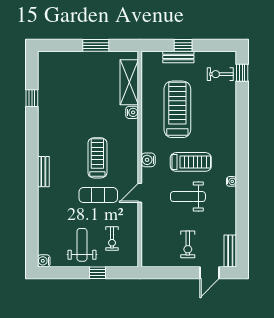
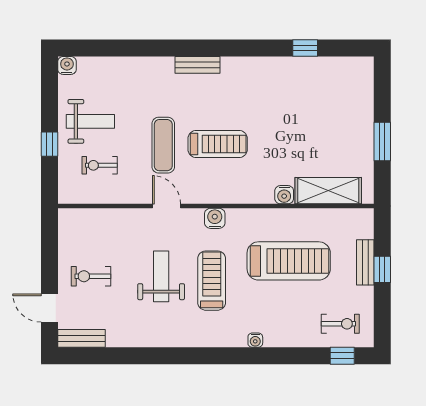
exercise bike: (220, 74) -> (340, 324), turned 90
treadmill: (191, 162) -> (212, 281), turned 180
water cooler: (231, 181) -> (255, 340), moved

